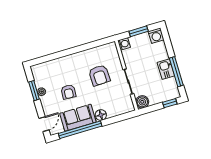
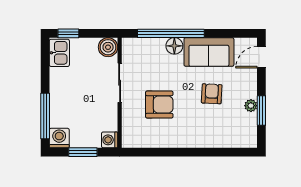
kitchen sink: (166, 69) -> (59, 53), moved
window: (176, 72) -> (45, 116), moved
armchair: (99, 75) -> (159, 105), turned 92
window: (80, 130) -> (171, 33), moved

